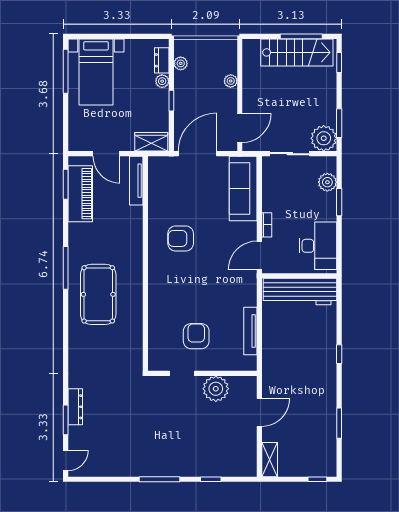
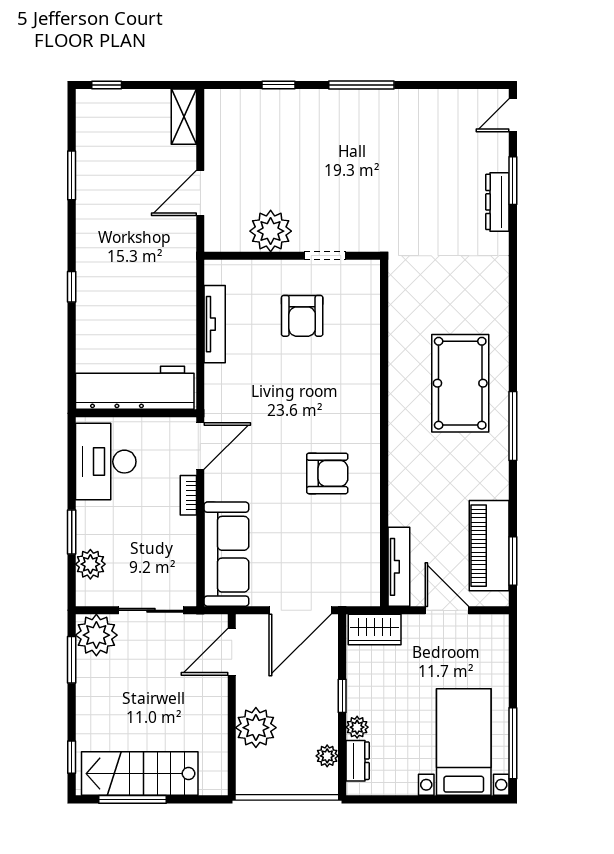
plant: (231, 81) -> (256, 728), width x1.87, depth x1.87

